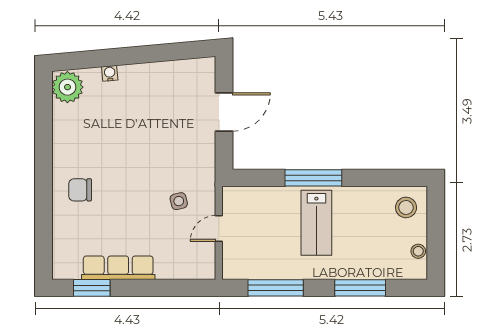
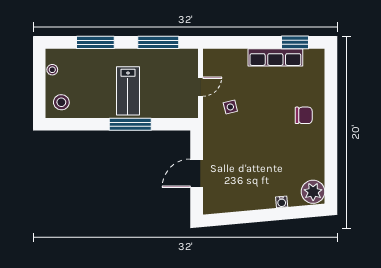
lab bench: (316, 223) -> (128, 91), turned 180

